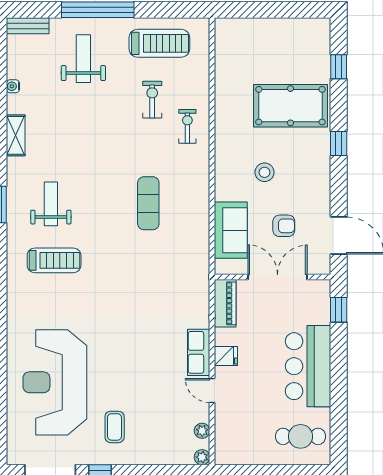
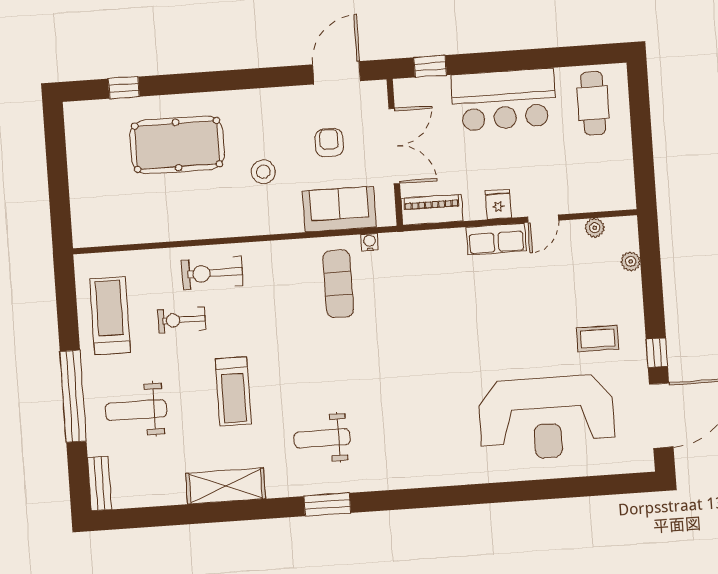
water cooler: (13, 86) -> (370, 242), moved, turned 180
pool table: (290, 106) -> (177, 145), turned 90
exercise bike: (187, 126) -> (212, 273), width x1.38, depth x1.39
shelving: (16, 135) -> (226, 486), width x1.50, depth x1.33
window: (339, 143) -> (221, 81), removed
exercise mat: (148, 203) -> (338, 284), moved, turned 90
treadmill: (54, 260) -> (233, 391), moved, turned 180
double door: (278, 277) -> (394, 146), swing flipped
plant: (202, 457) -> (631, 261), moved

